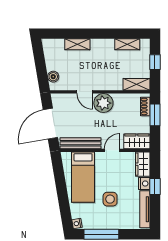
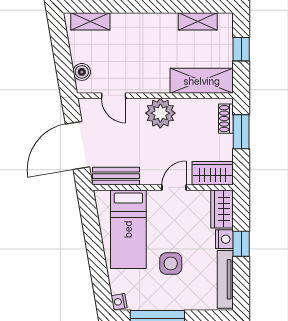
shelving: (77, 44) -> (90, 21), moved
shelving: (136, 84) -> (202, 81), width x1.50, depth x1.33
door: (85, 92) -> (114, 96), moved
bench: (80, 143) -> (116, 176), width x0.73

